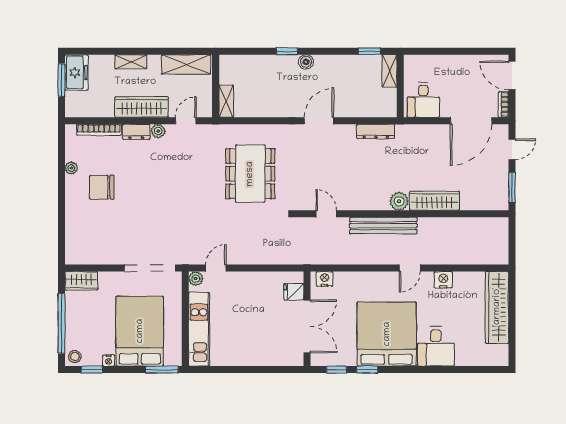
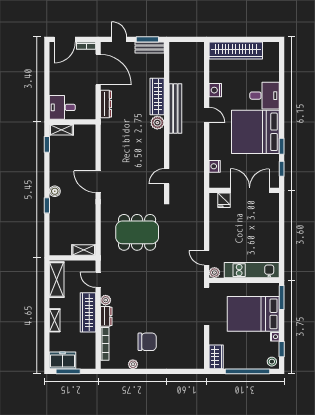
desk: (423, 100) -> (62, 107), moved, turned 180
dresser: (376, 131) -> (106, 104), moved
chair: (102, 187) -> (147, 342), turned -90
bench: (501, 191) -> (150, 47), added
bench: (383, 226) -> (175, 109), moved
nightstand: (324, 279) -> (215, 166), moved

